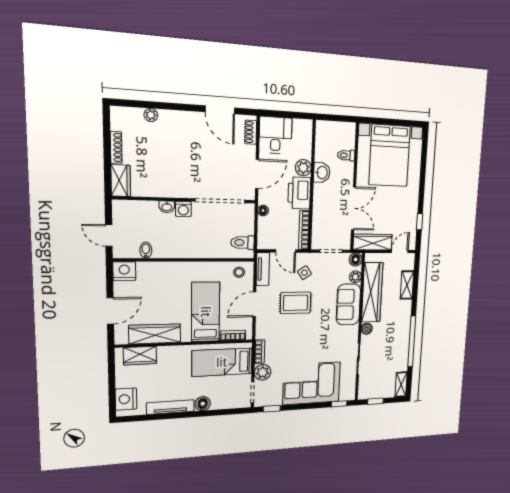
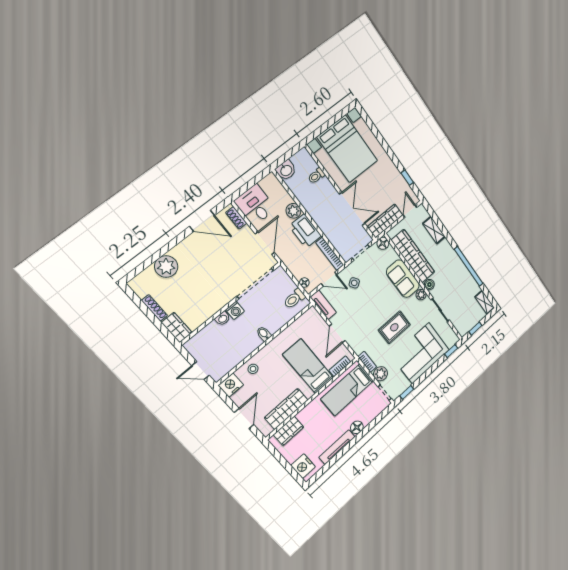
plant: (151, 115) -> (166, 267), width x1.87, depth x1.87
washbasin: (322, 173) -> (286, 170), moved, turned 90
floor lamp: (263, 211) -> (304, 283), moved
bidet: (146, 250) -> (264, 334), moved
stool: (239, 272) -> (253, 369), moved
plant: (355, 277) -> (421, 295), moved
rug: (296, 303) -> (394, 327), moved

